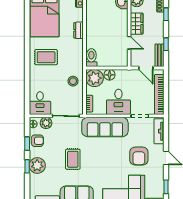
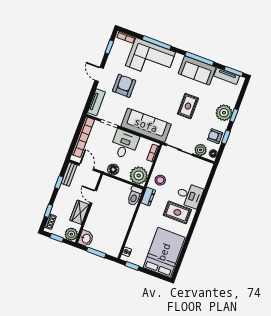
dresser: (79, 30) -> (148, 197), moved
floor lamp: (110, 75) -> (113, 170), moved
desk: (40, 103) -> (189, 195), moved, turned 90

